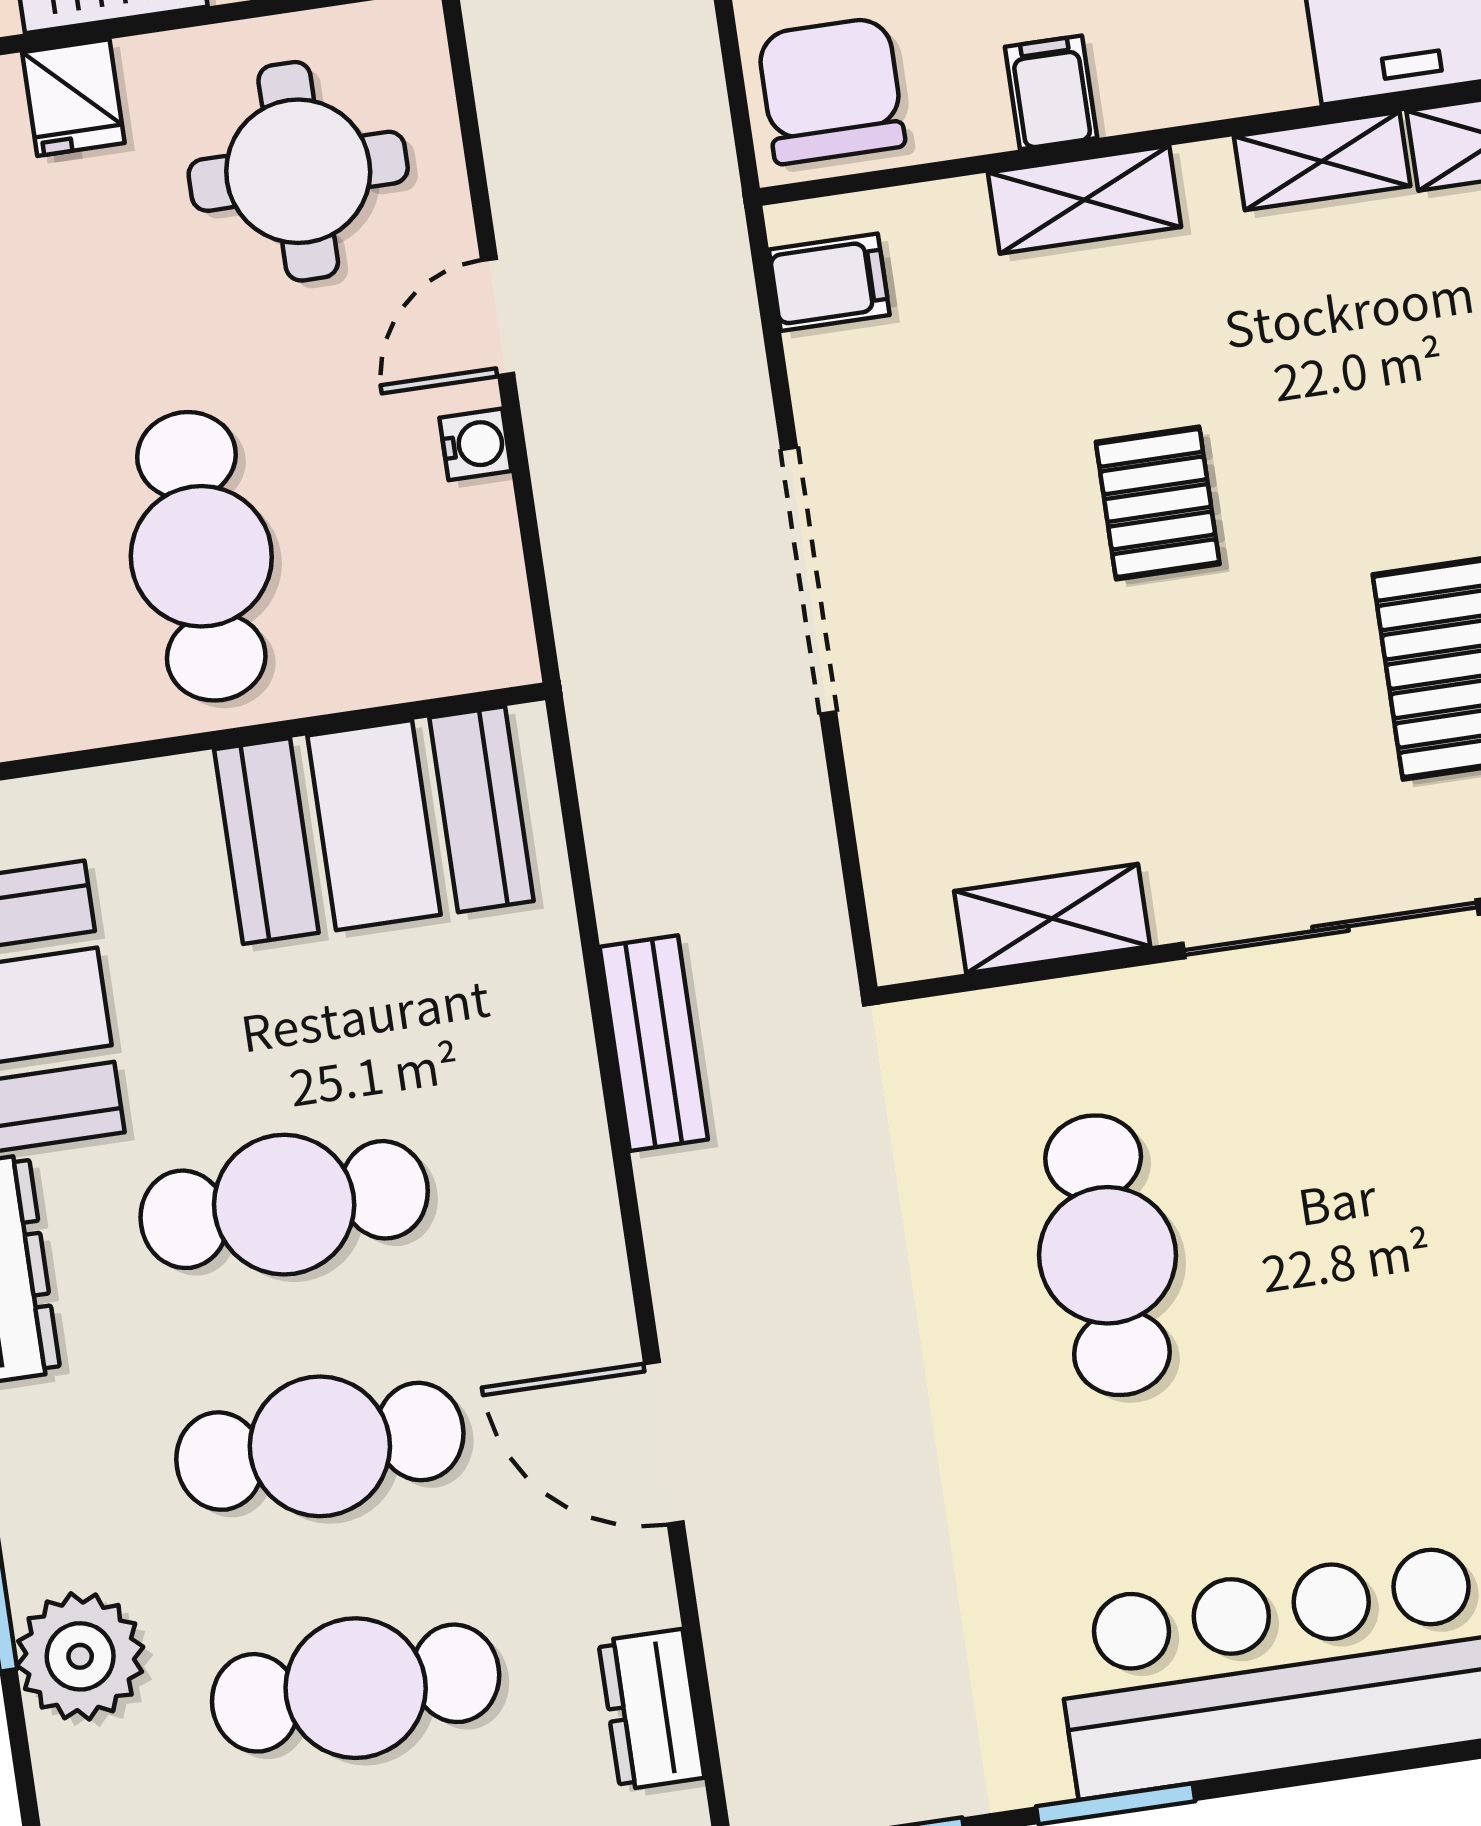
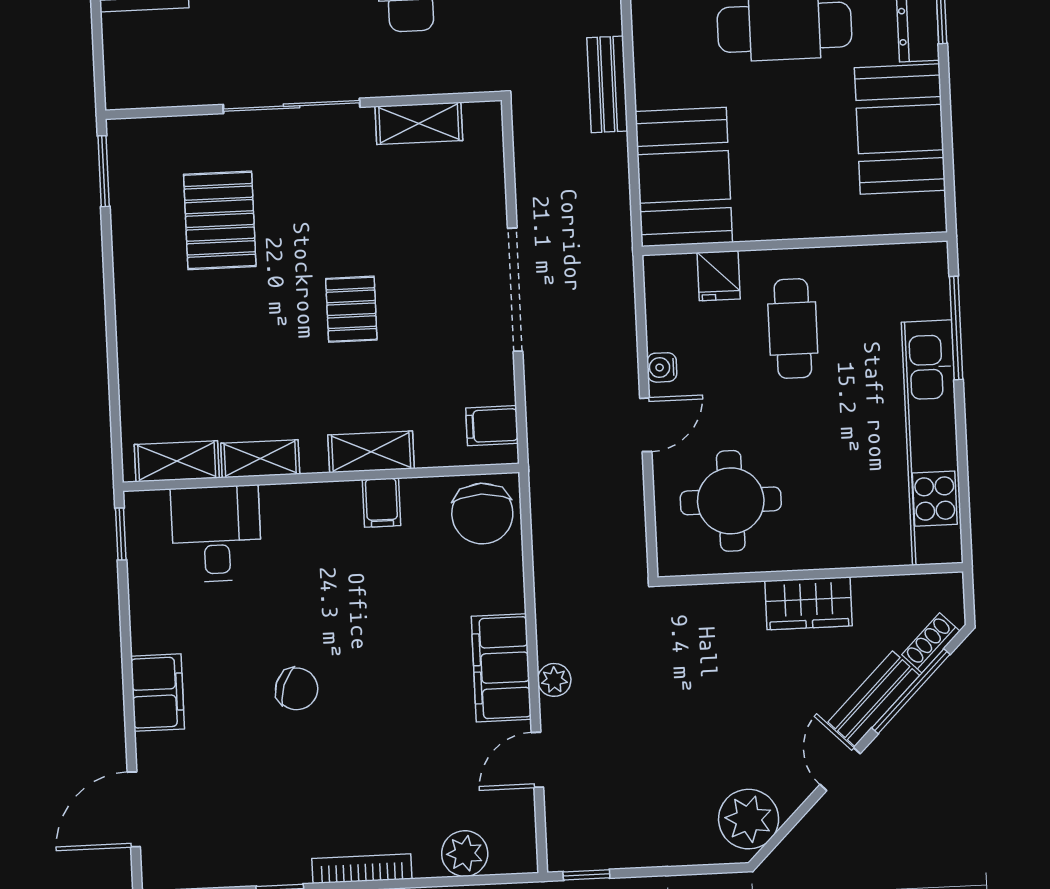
fridge: (73, 98) -> (719, 276), moved, turned 180
cafe table: (201, 556) -> (793, 329), width x0.73, depth x0.74
booth: (374, 825) -> (684, 177), moved, turned 90

